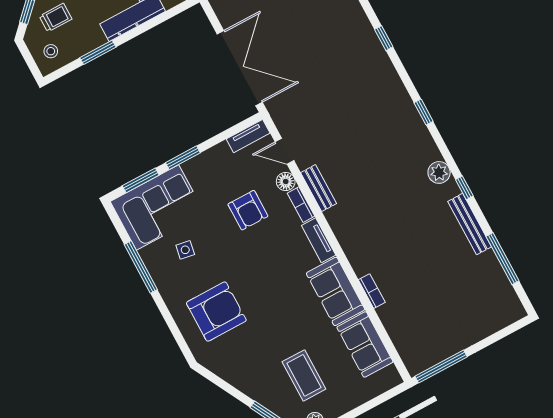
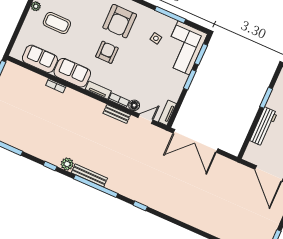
window: (424, 112) -> (96, 186), width x3.17
armchair: (248, 210) -> (107, 52), moved, turned 90
bench: (470, 224) -> (89, 175), moved

